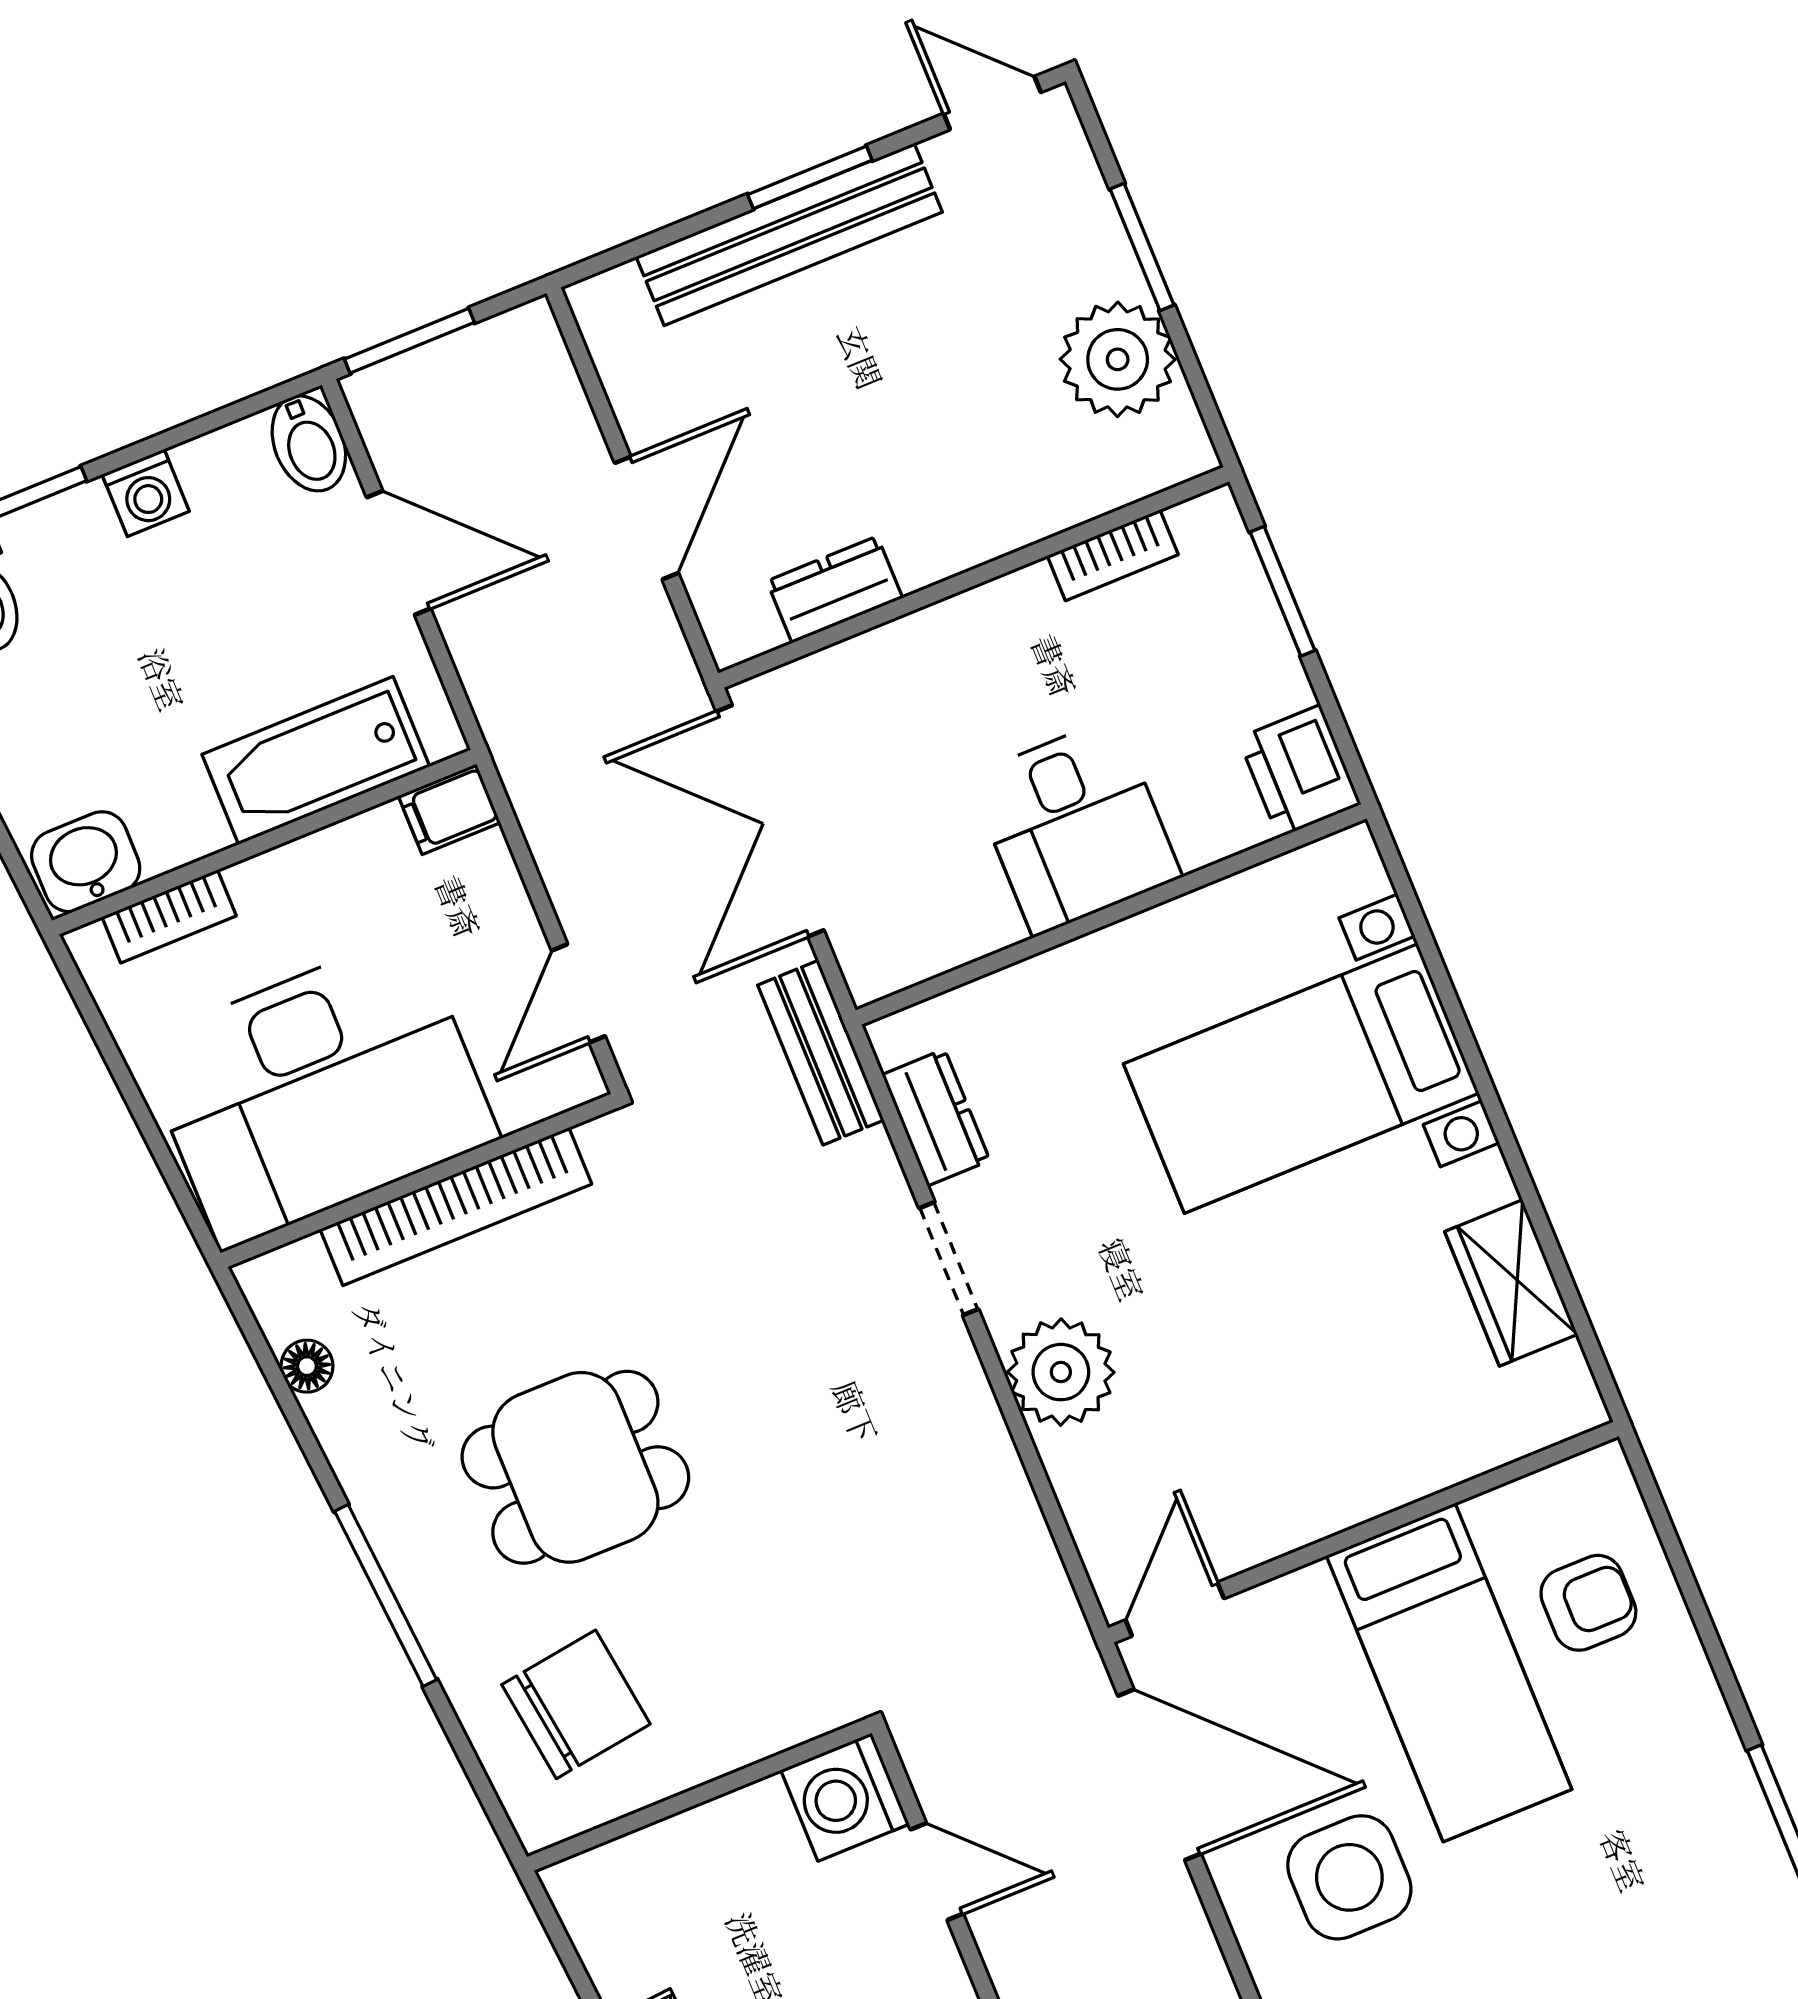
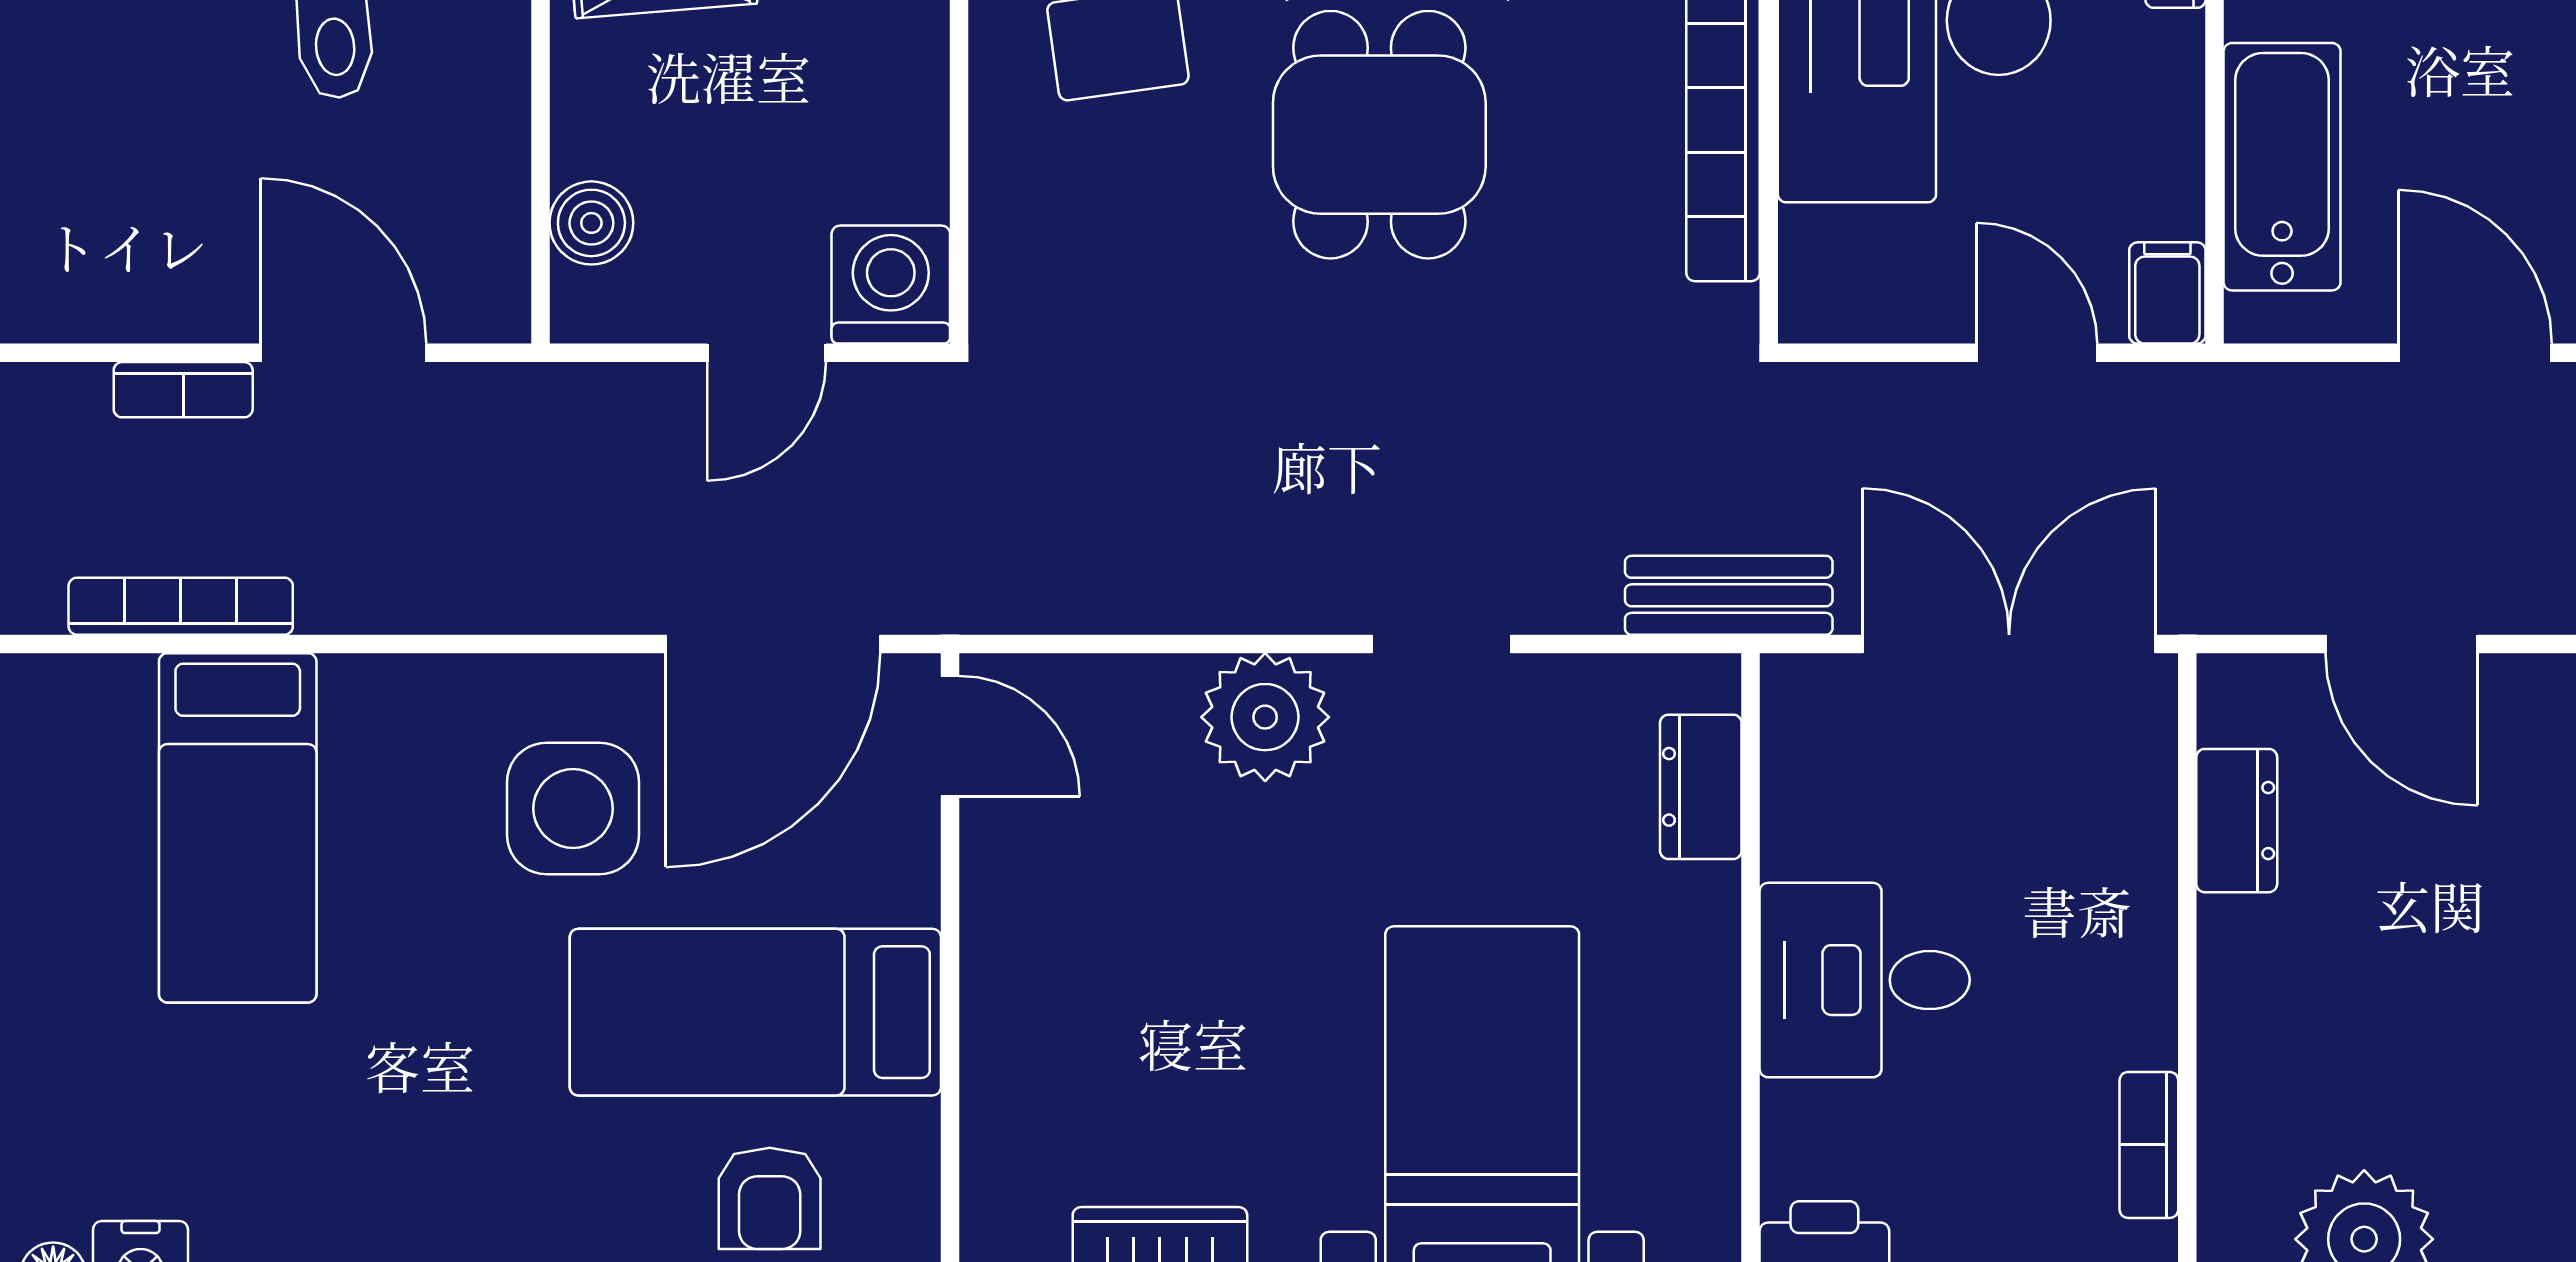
door: (399, 553) -> (2475, 353), swing flipped
door: (578, 993) -> (2037, 353), moved
dresser: (936, 1118) -> (1701, 787), moved, turned 90

